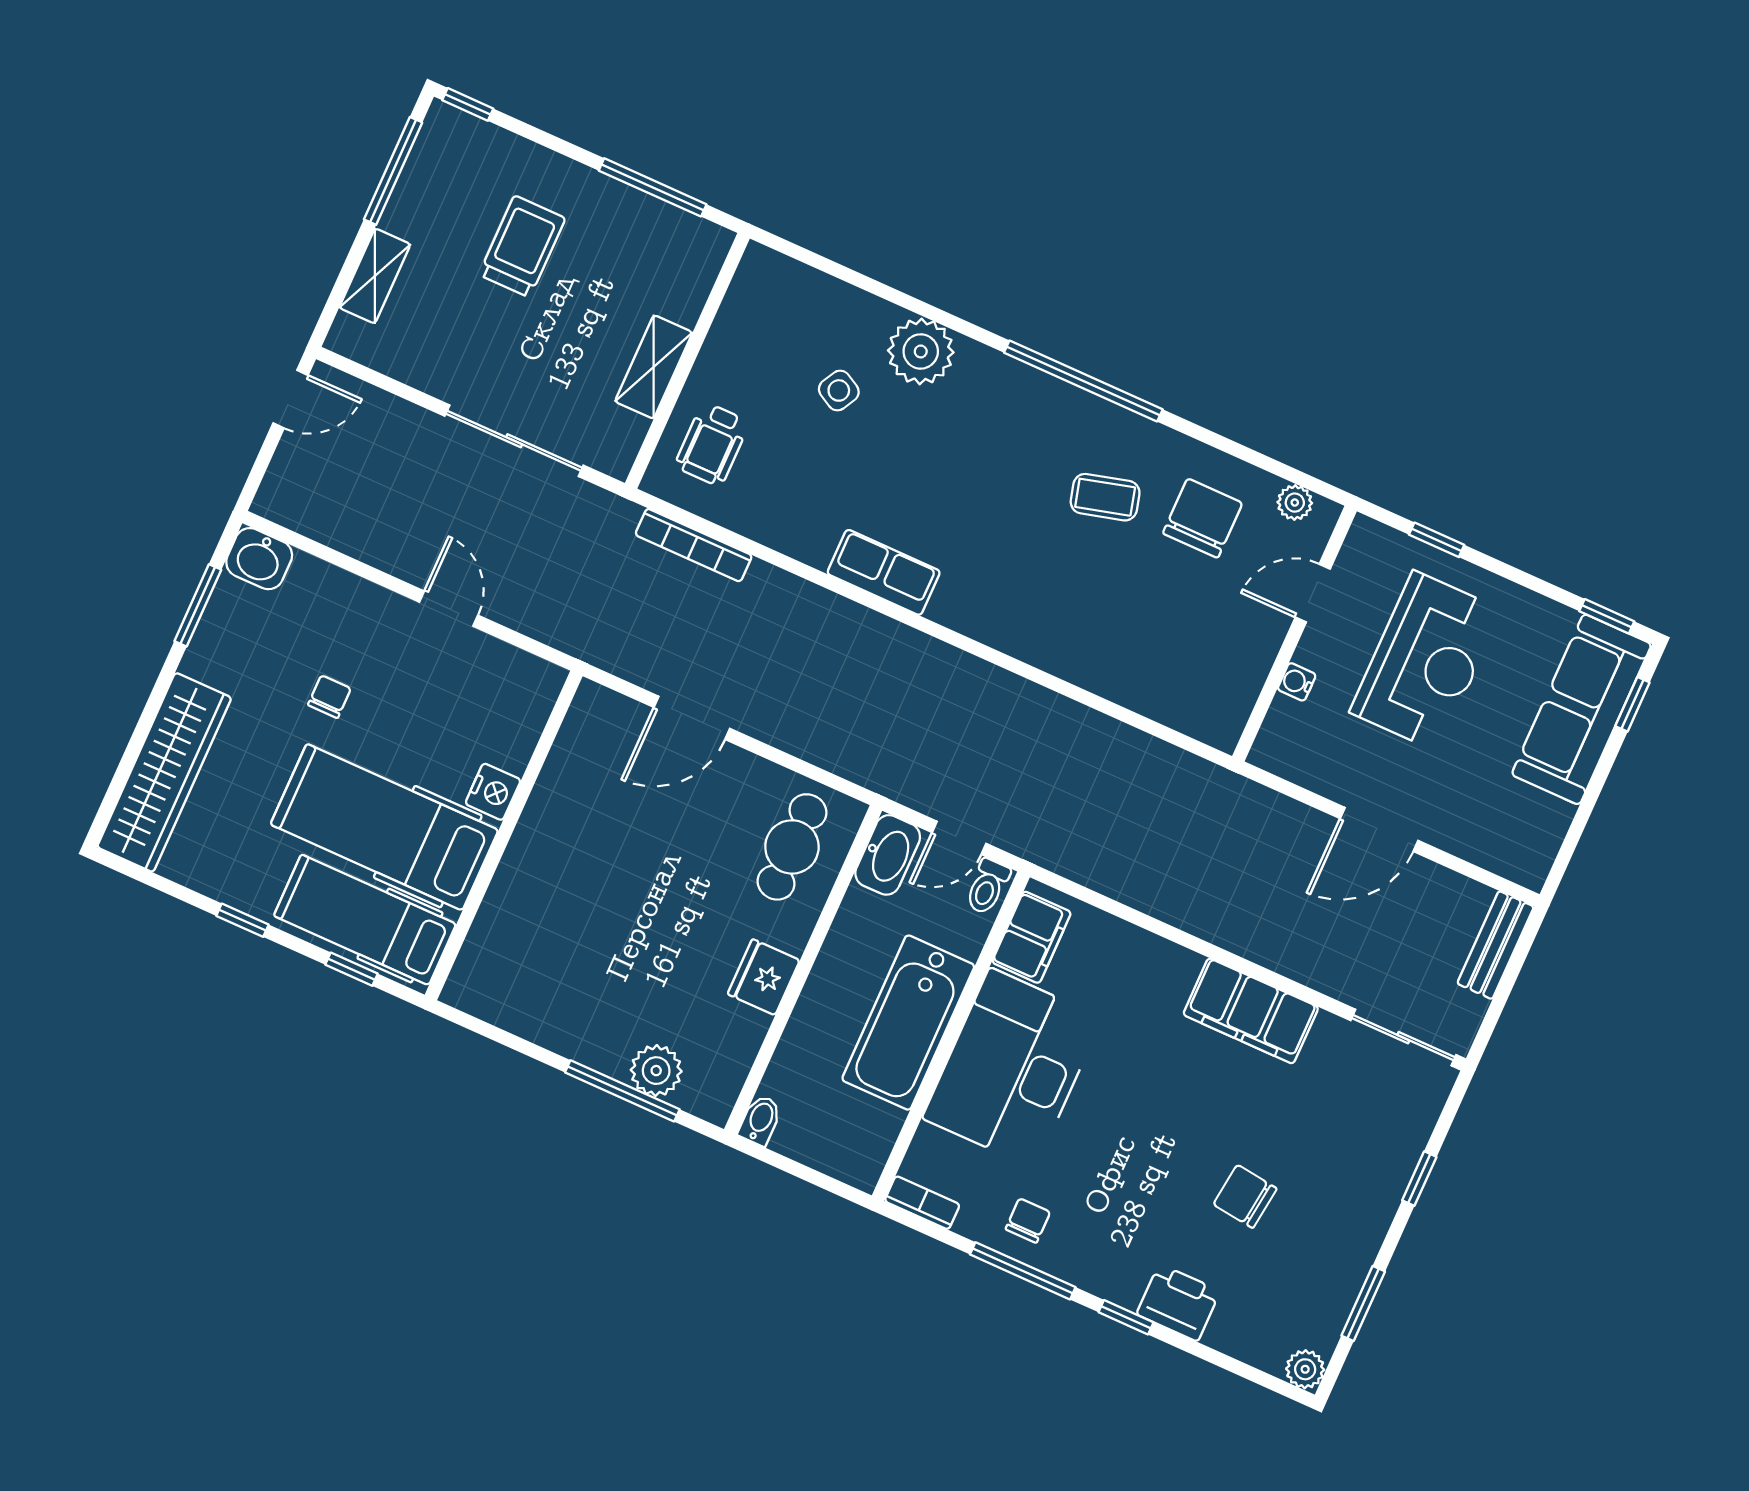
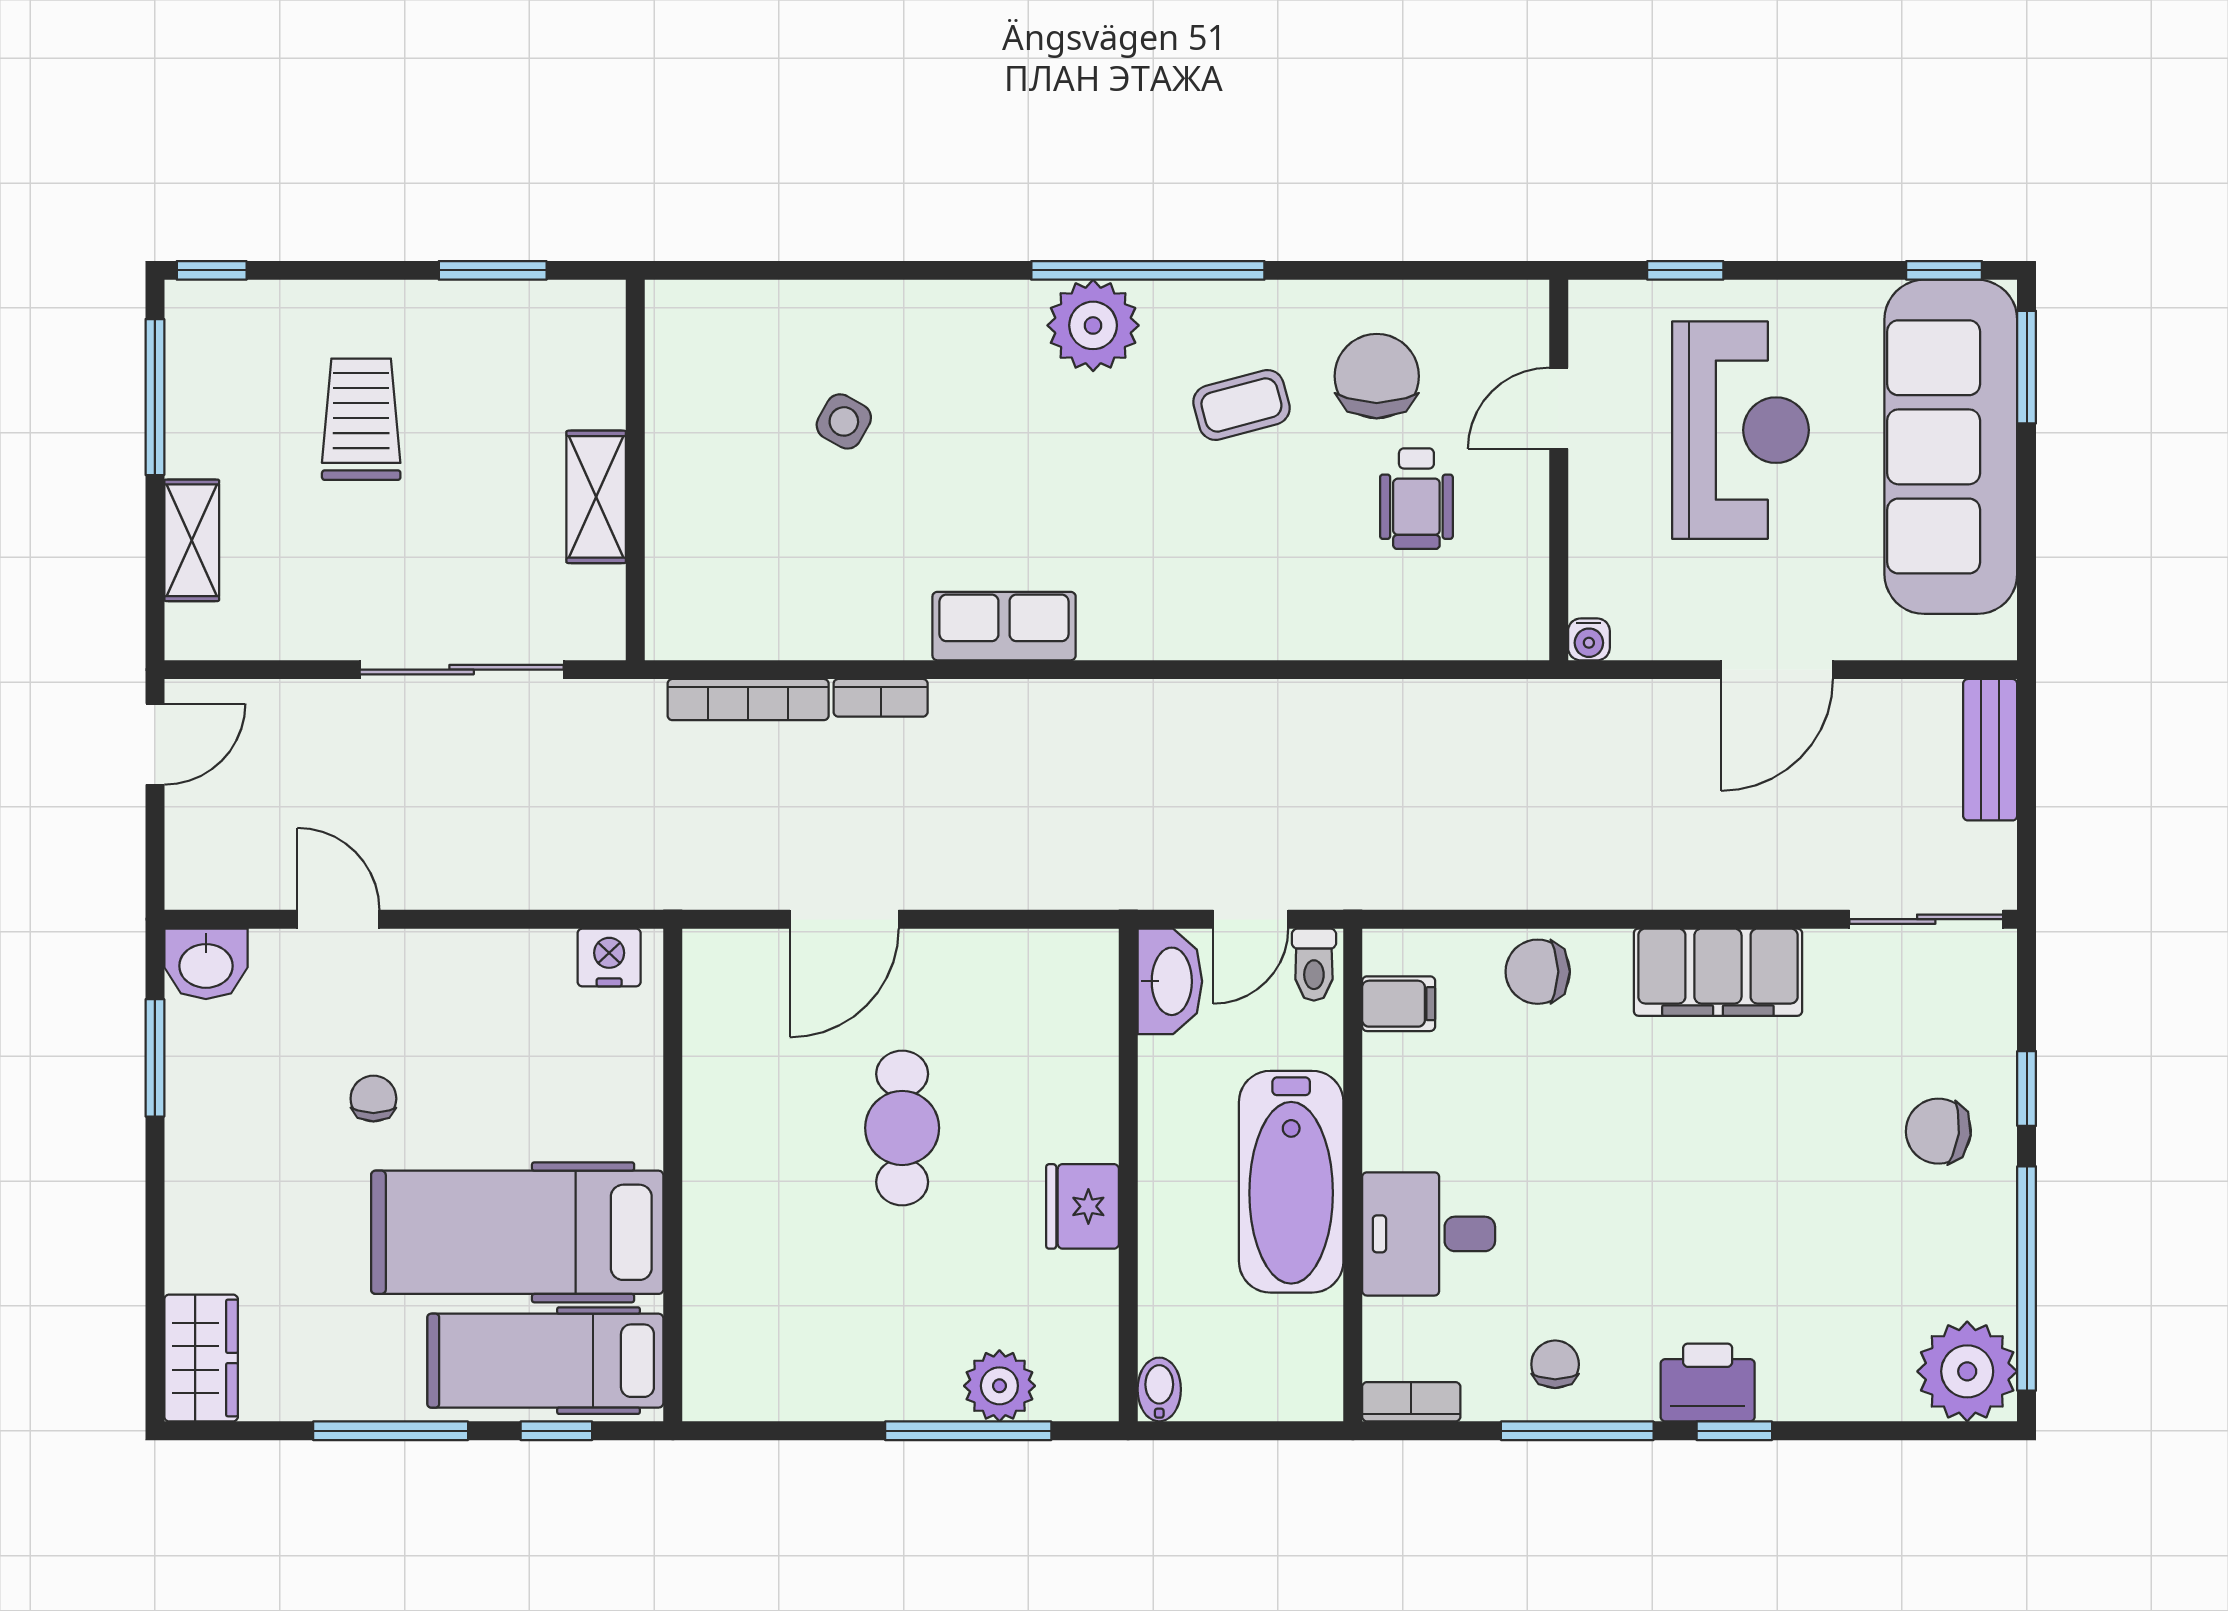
window: (653, 187) -> (493, 270), width x0.69
plant: (921, 351) -> (1093, 325), moved
wheelchair: (712, 444) -> (1416, 499), moved
plant: (1295, 503) -> (1485, 304), removed
bookcase: (781, 583) -> (881, 698), added
door: (449, 609) -> (338, 919), moved
water cooler: (1297, 682) -> (1589, 639), moved, turned -90
window: (1632, 704) -> (2027, 367), width x1.50
sofa: (1582, 709) -> (1951, 447), width x1.36, depth x1.27
wardrobe: (164, 772) -> (201, 1358), width x0.48, depth x0.85
nightstand: (493, 792) -> (609, 957), moved, turned -90
cafe table: (792, 847) -> (902, 1128), moved
window: (242, 920) -> (391, 1431), width x2.17
filing cabinet: (1032, 937) -> (1399, 1004), width x0.50
chair: (1132, 957) -> (1538, 972), added
desk: (1012, 1068) -> (1429, 1234), width x0.53, depth x0.77
chair: (1245, 1196) -> (1938, 1131), moved
printer: (1178, 1303) -> (1708, 1382), moved
window: (1363, 1304) -> (2027, 1279), width x2.11
plant: (1305, 1369) -> (1967, 1371), width x1.88, depth x1.88

